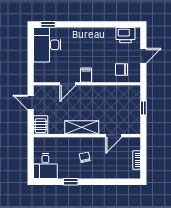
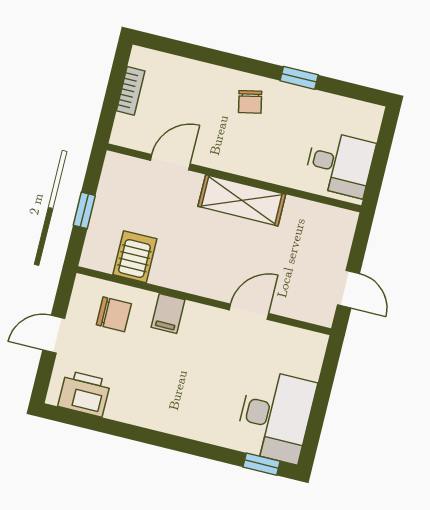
filing cabinet: (86, 75) -> (168, 313), moved
server rack: (41, 125) -> (135, 257), moved, turned 180
chair: (85, 157) -> (250, 102), moved
desk: (45, 166) -> (340, 164), moved, turned 90

